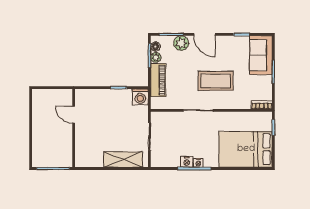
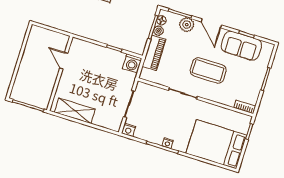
sofa: (261, 55) -> (241, 46), moved, turned -90
shelving: (123, 160) -> (75, 111), moved
nightstand: (187, 162) -> (129, 130), moved

